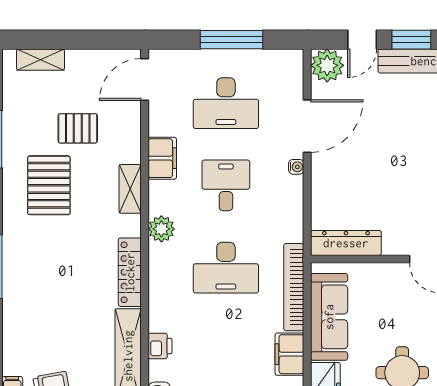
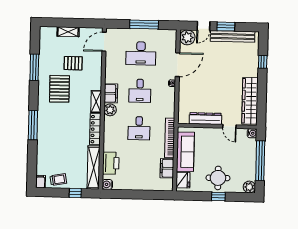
shelving: (40, 60) -> (68, 32), moved
filing cabinet: (162, 158) -> (111, 93), moved
desk: (226, 185) -> (140, 91), turned 180
shelving: (130, 189) -> (96, 102), moved
dresser: (346, 243) -> (205, 119), moved
desk: (226, 268) -> (139, 128), width x0.73
printer: (160, 346) -> (111, 163), width x1.87, depth x1.48

